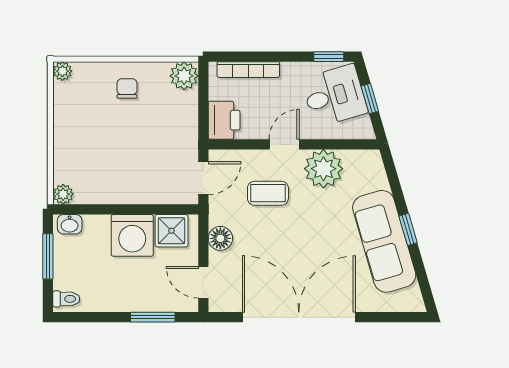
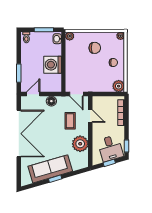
printer: (224, 120) -> (100, 103), removed
chair: (92, 133) -> (95, 48), added
door: (284, 144) -> (90, 116), moved
shower: (171, 231) -> (55, 81), removed

